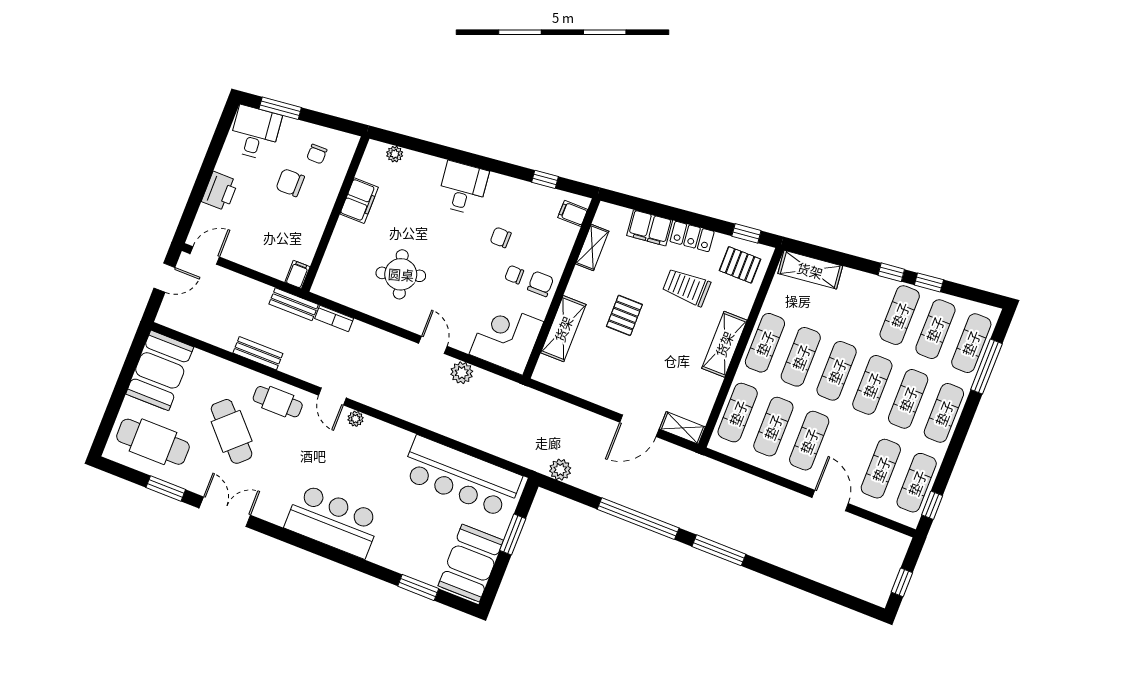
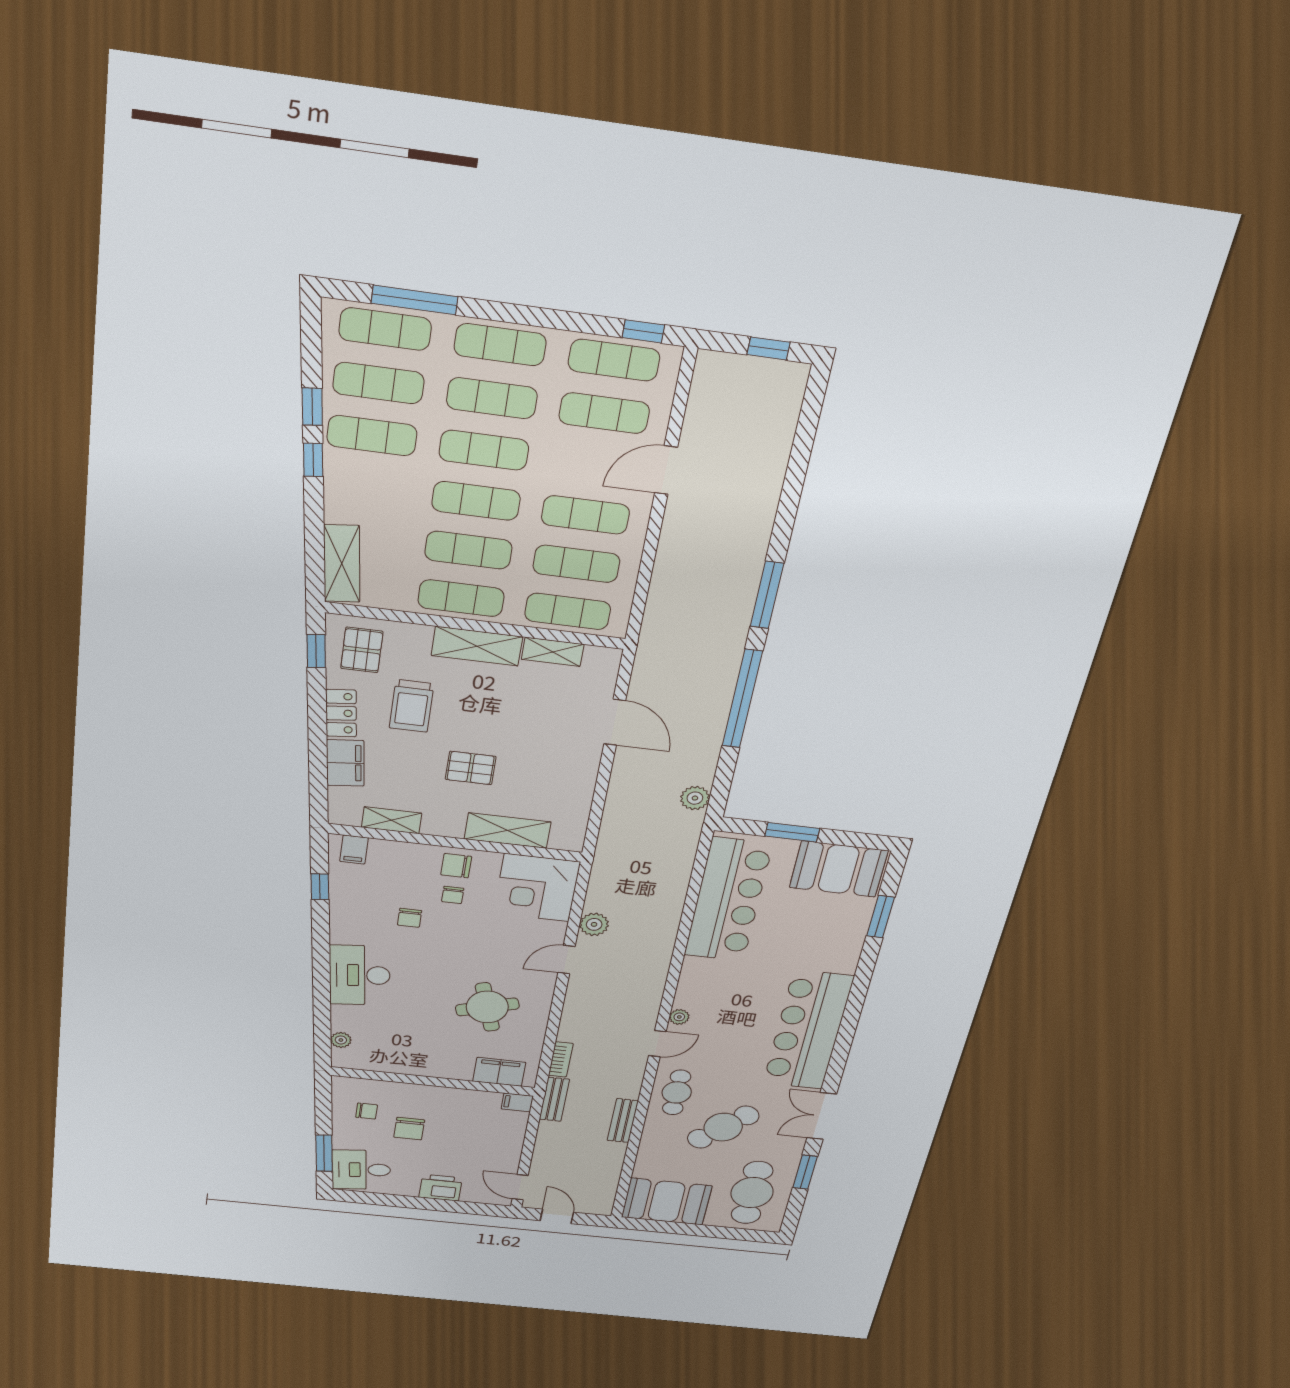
desk: (463, 188) -> (360, 975), width x1.37
filing cabinet: (359, 201) -> (499, 1072), moved
shelving: (682, 428) -> (553, 652), moved, turned 90
bar counter: (333, 521) -> (808, 1030), width x1.36

